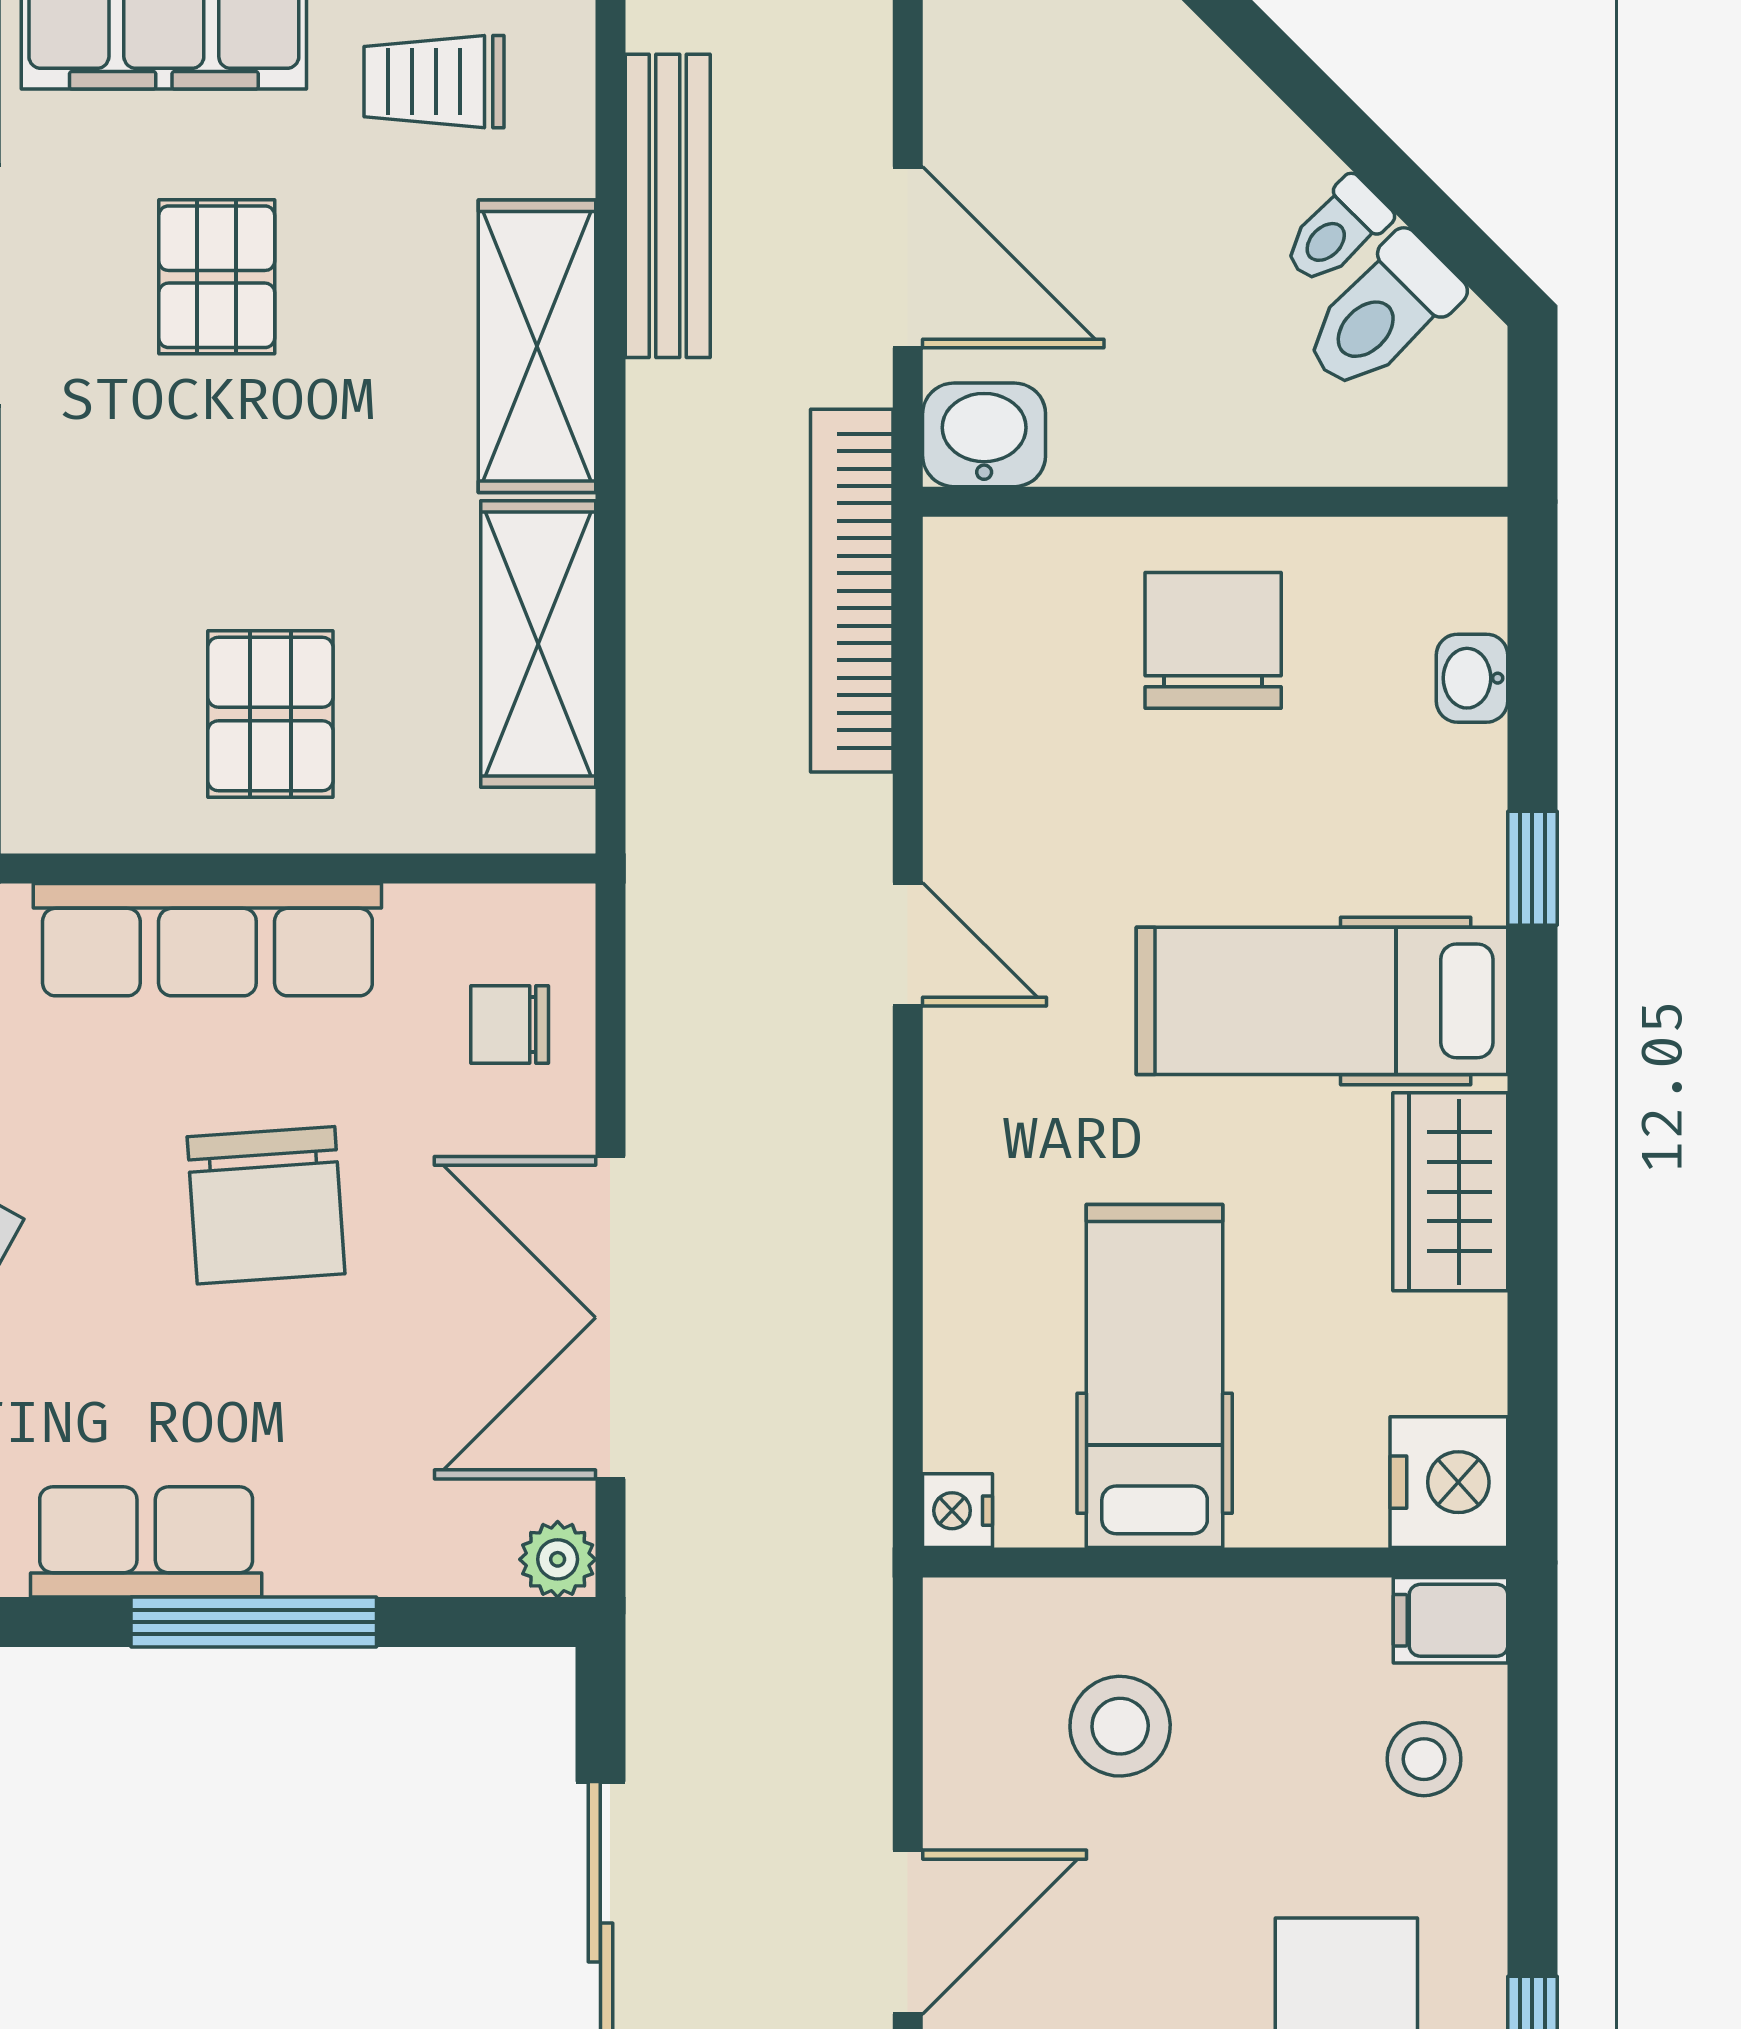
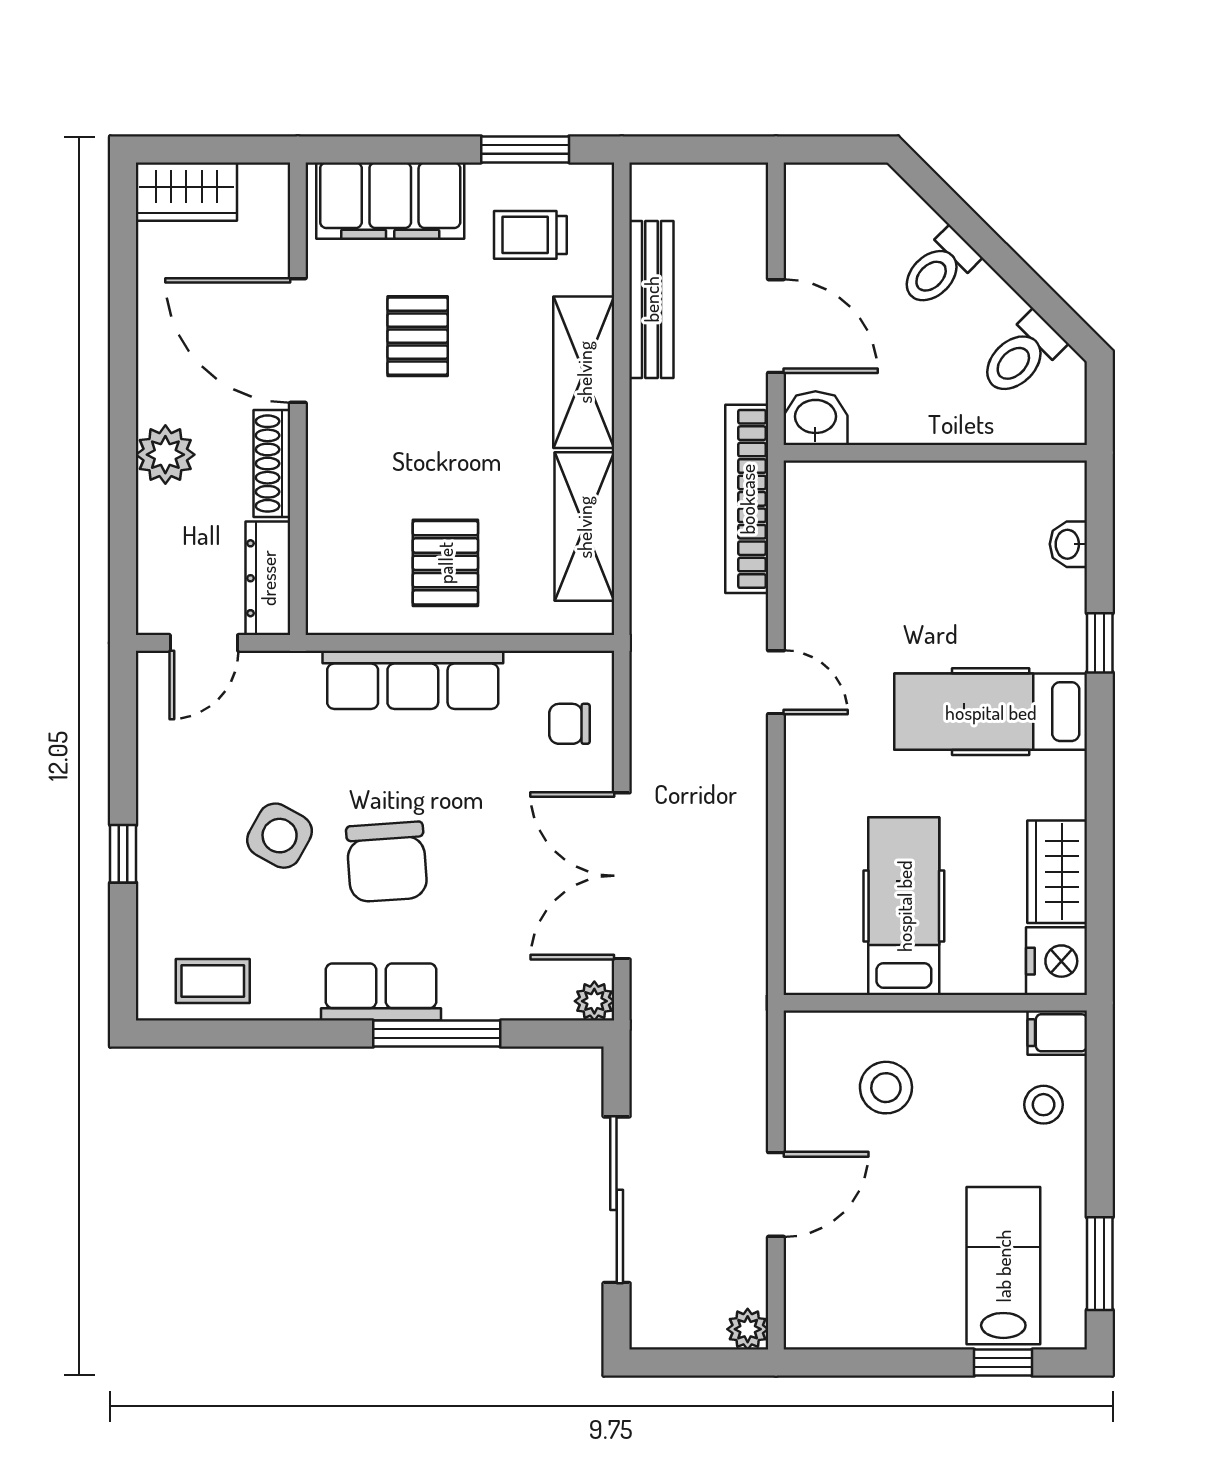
toilet: (1336, 231) -> (939, 268), moved, width x1.37, depth x1.39
chair: (1213, 640) -> (934, 525), removed
wardrobe: (1450, 1192) -> (1057, 872), moved
chair: (266, 1205) -> (387, 862), moved
nightstand: (958, 1511) -> (802, 976), removed

